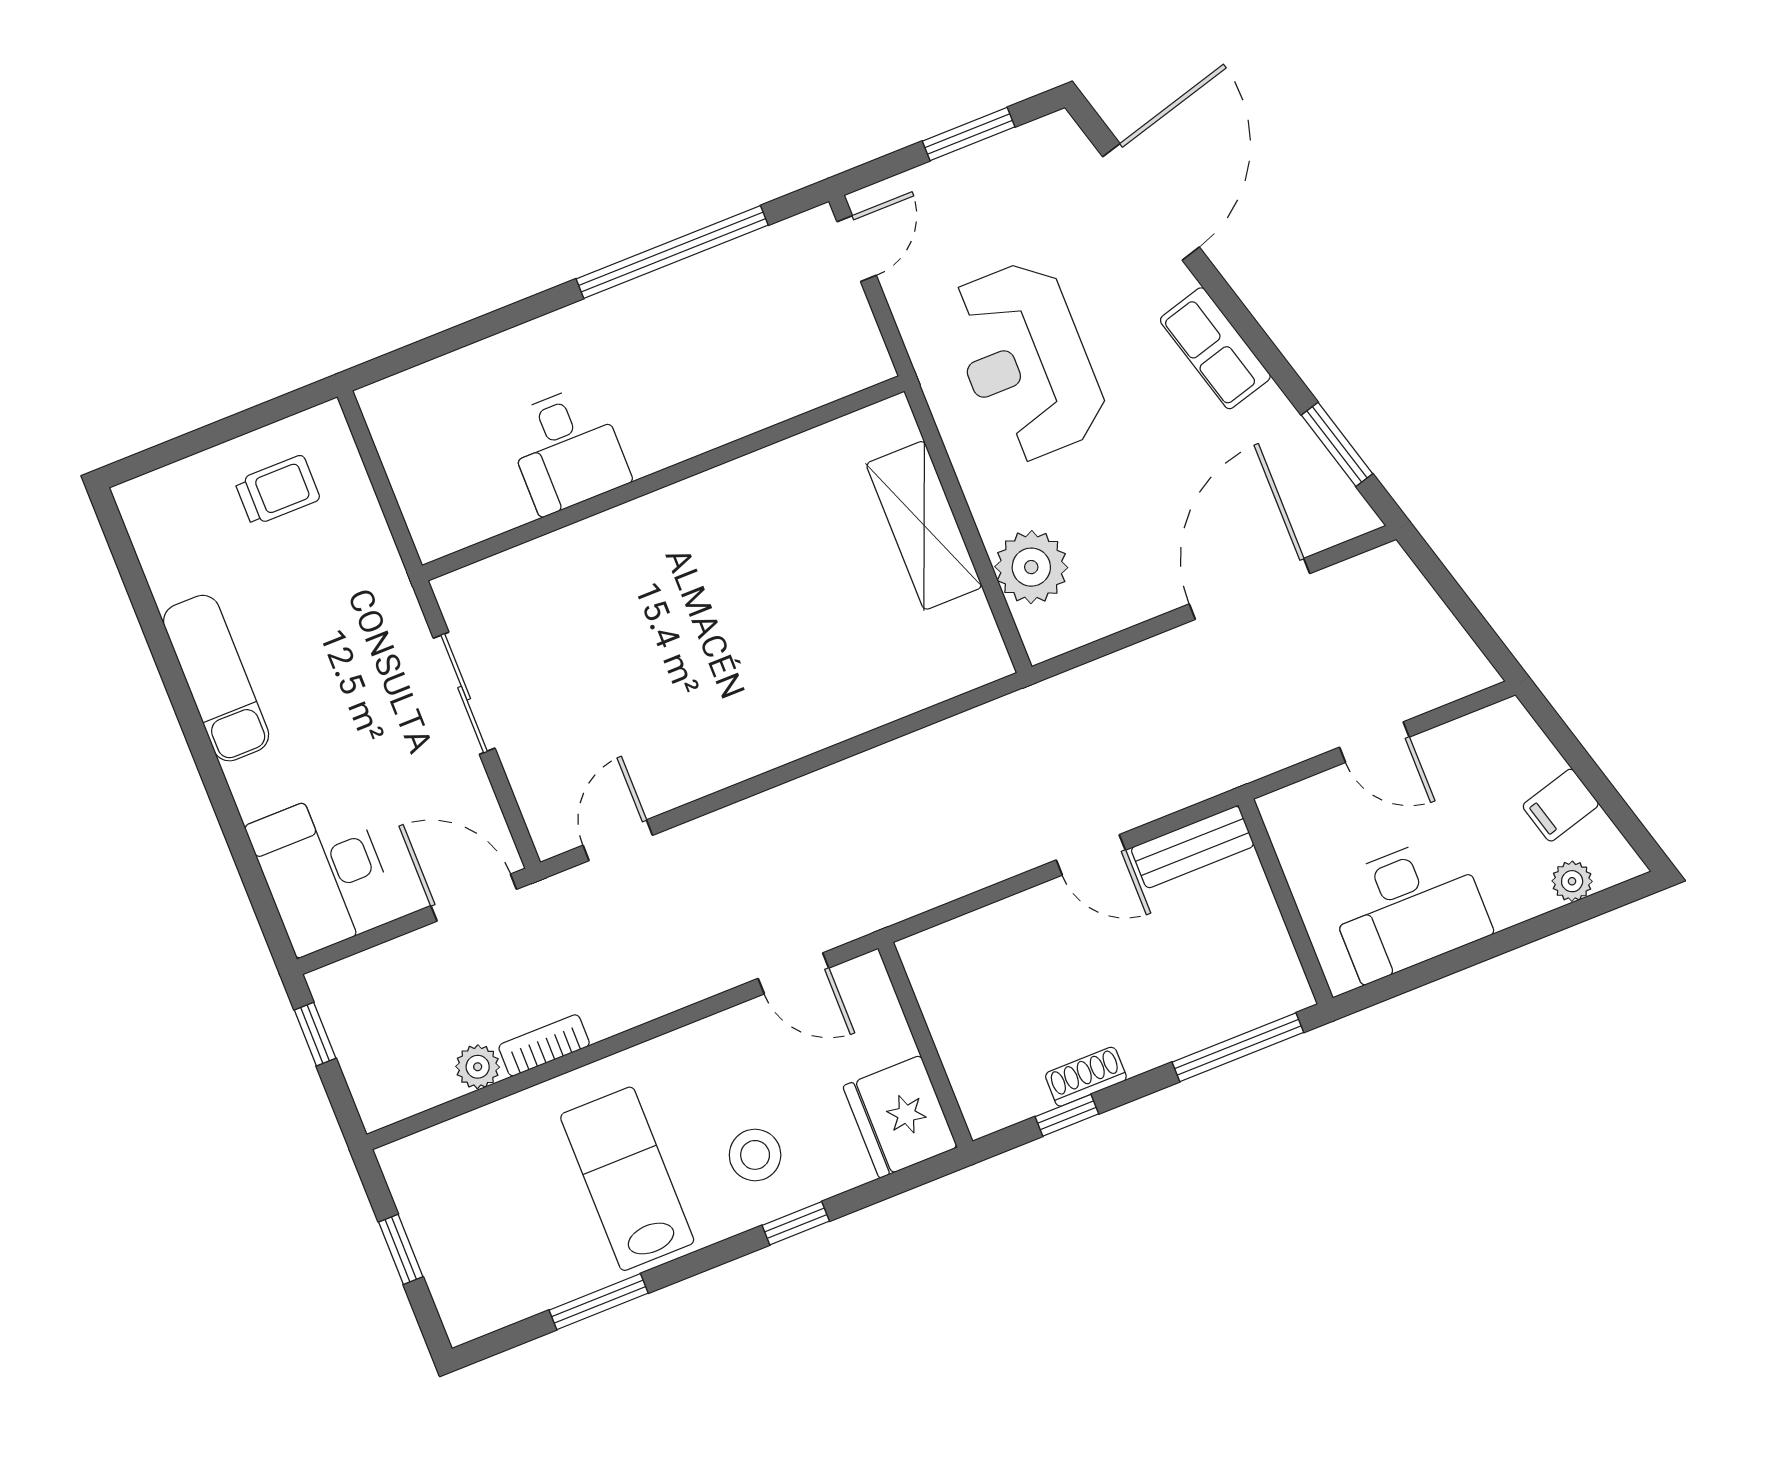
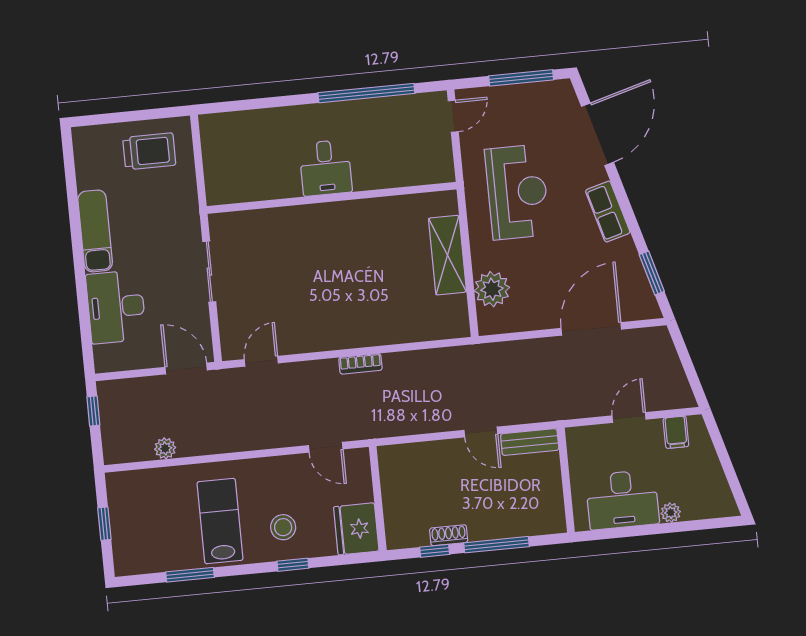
window: (969, 134) -> (521, 78), width x1.44
reception desk: (1026, 361) -> (517, 192), turned 180
desk: (567, 449) -> (326, 168), moved
trolley: (278, 490) -> (149, 151), width x1.36, depth x1.39
door: (1374, 742) -> (629, 418), swing flipped
filing cabinet: (1561, 805) -> (676, 432), moved, turned -74
desk: (323, 872) -> (116, 307), moved
plant: (1572, 881) -> (671, 513), moved
bookcase: (544, 1045) -> (360, 364), moved, turned 180
window: (1238, 1047) -> (497, 545), moved

